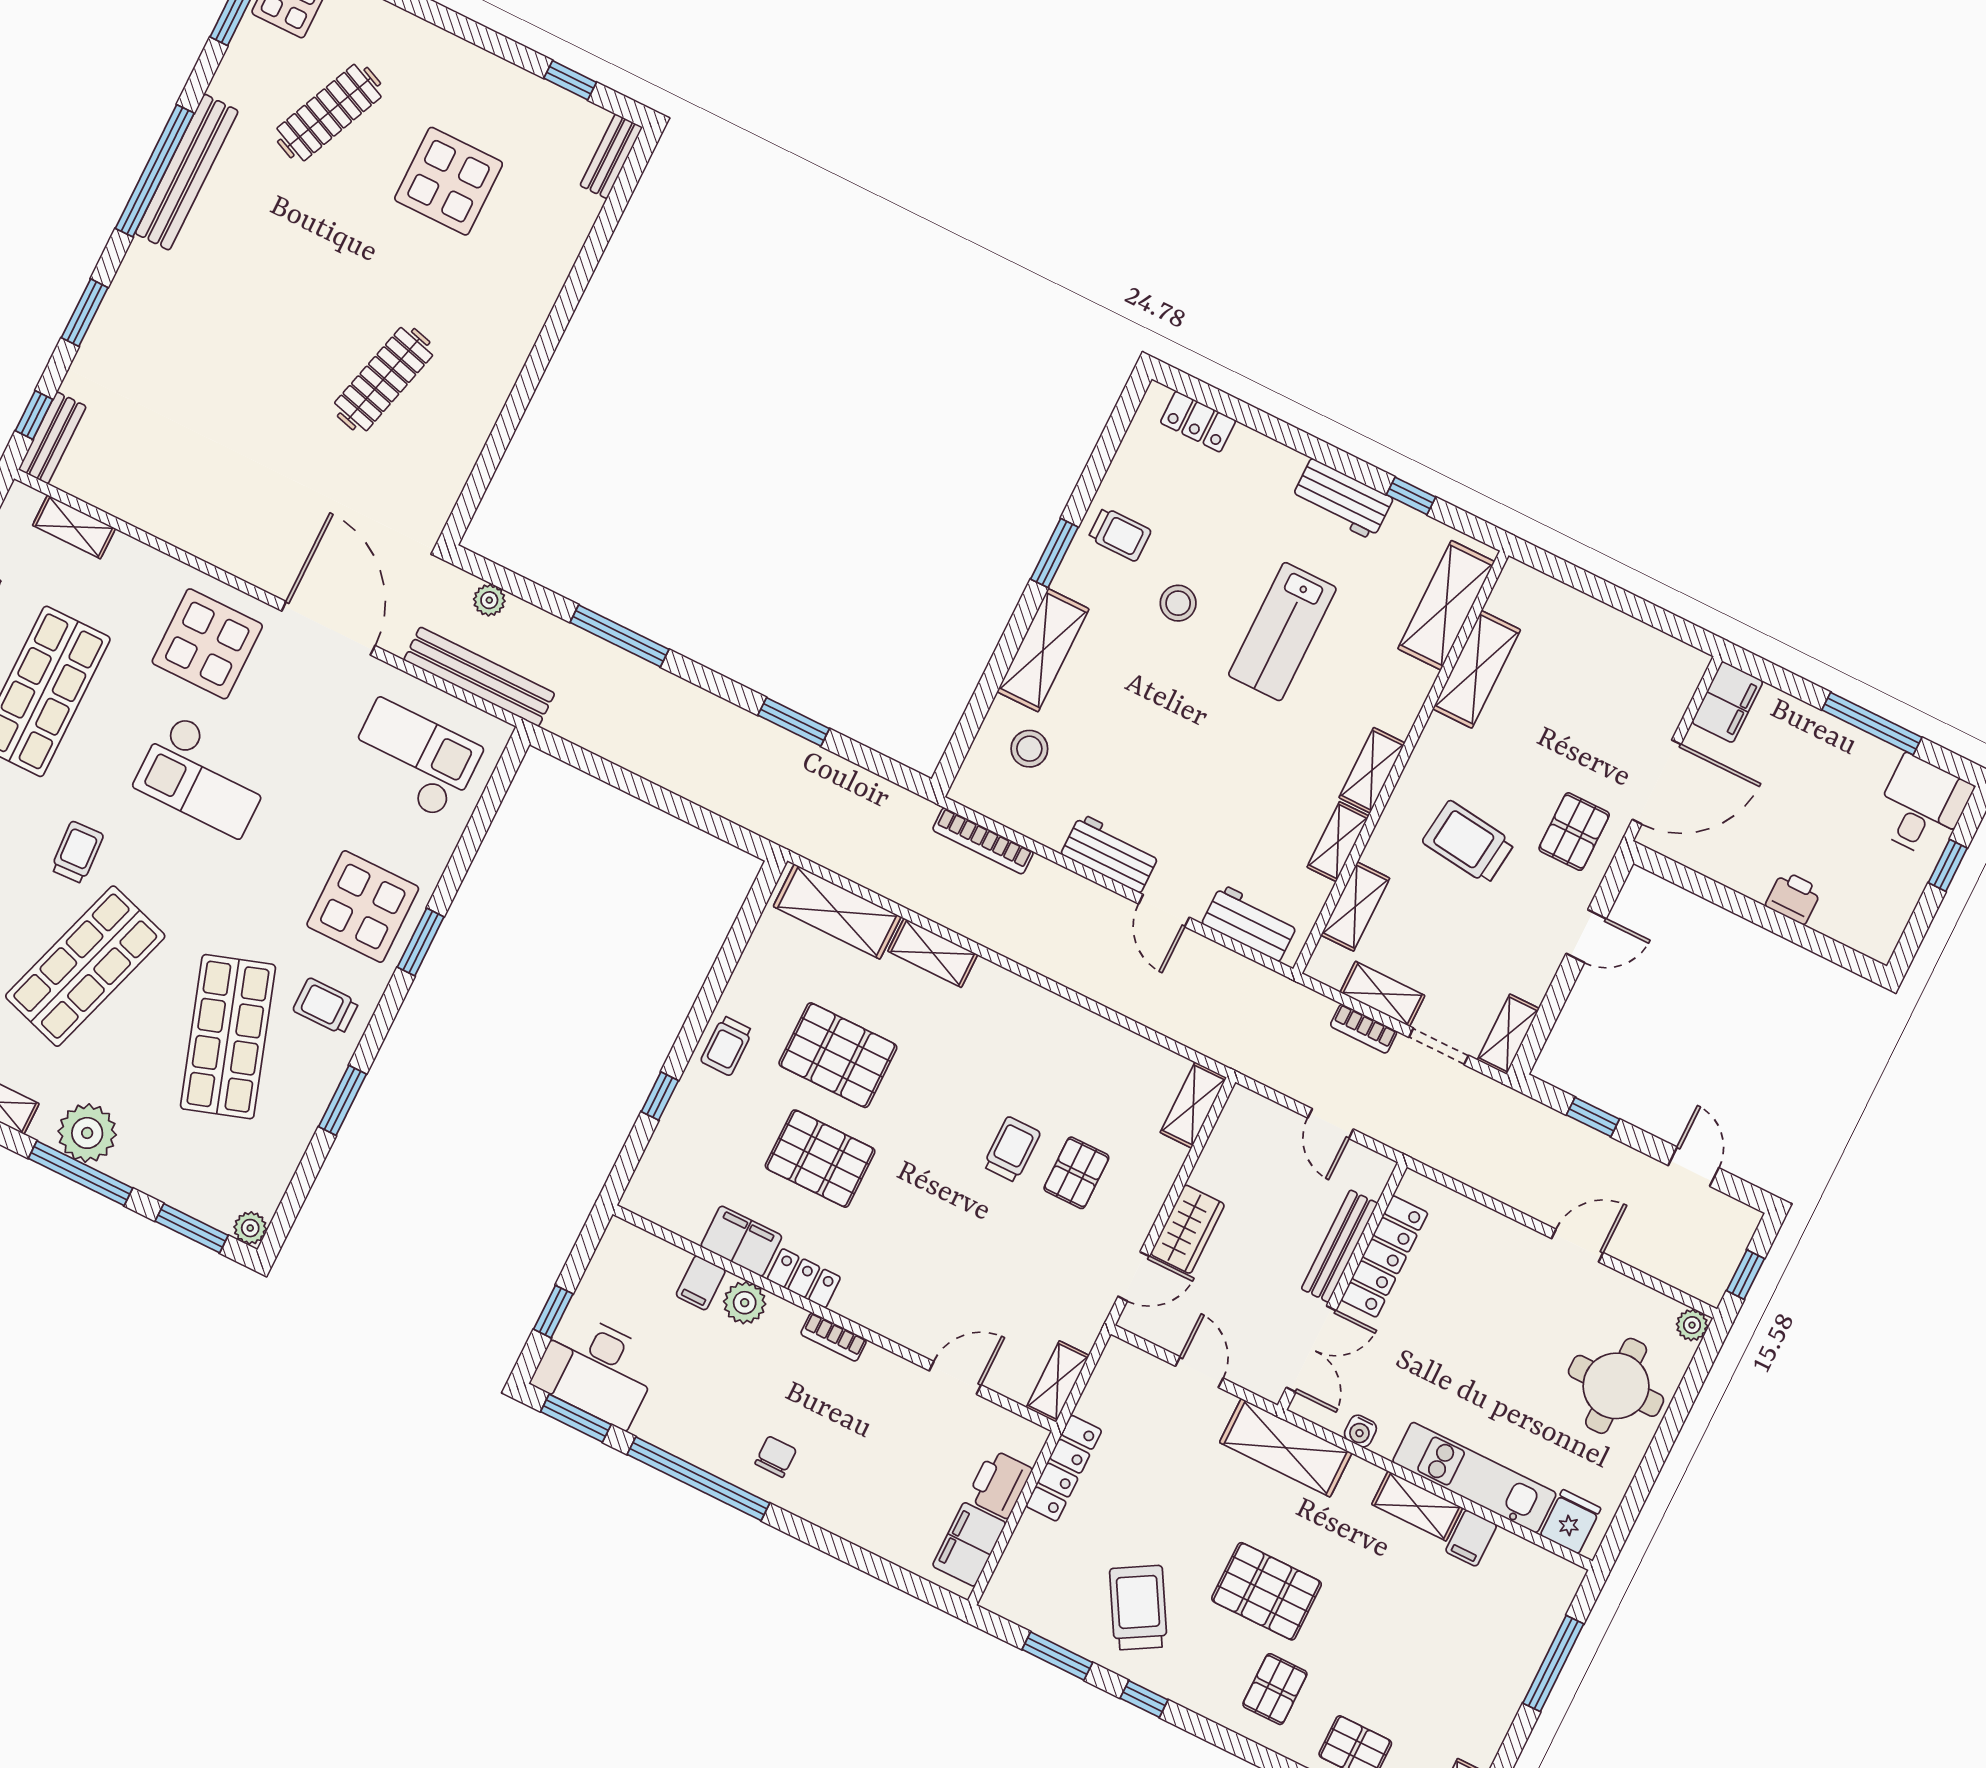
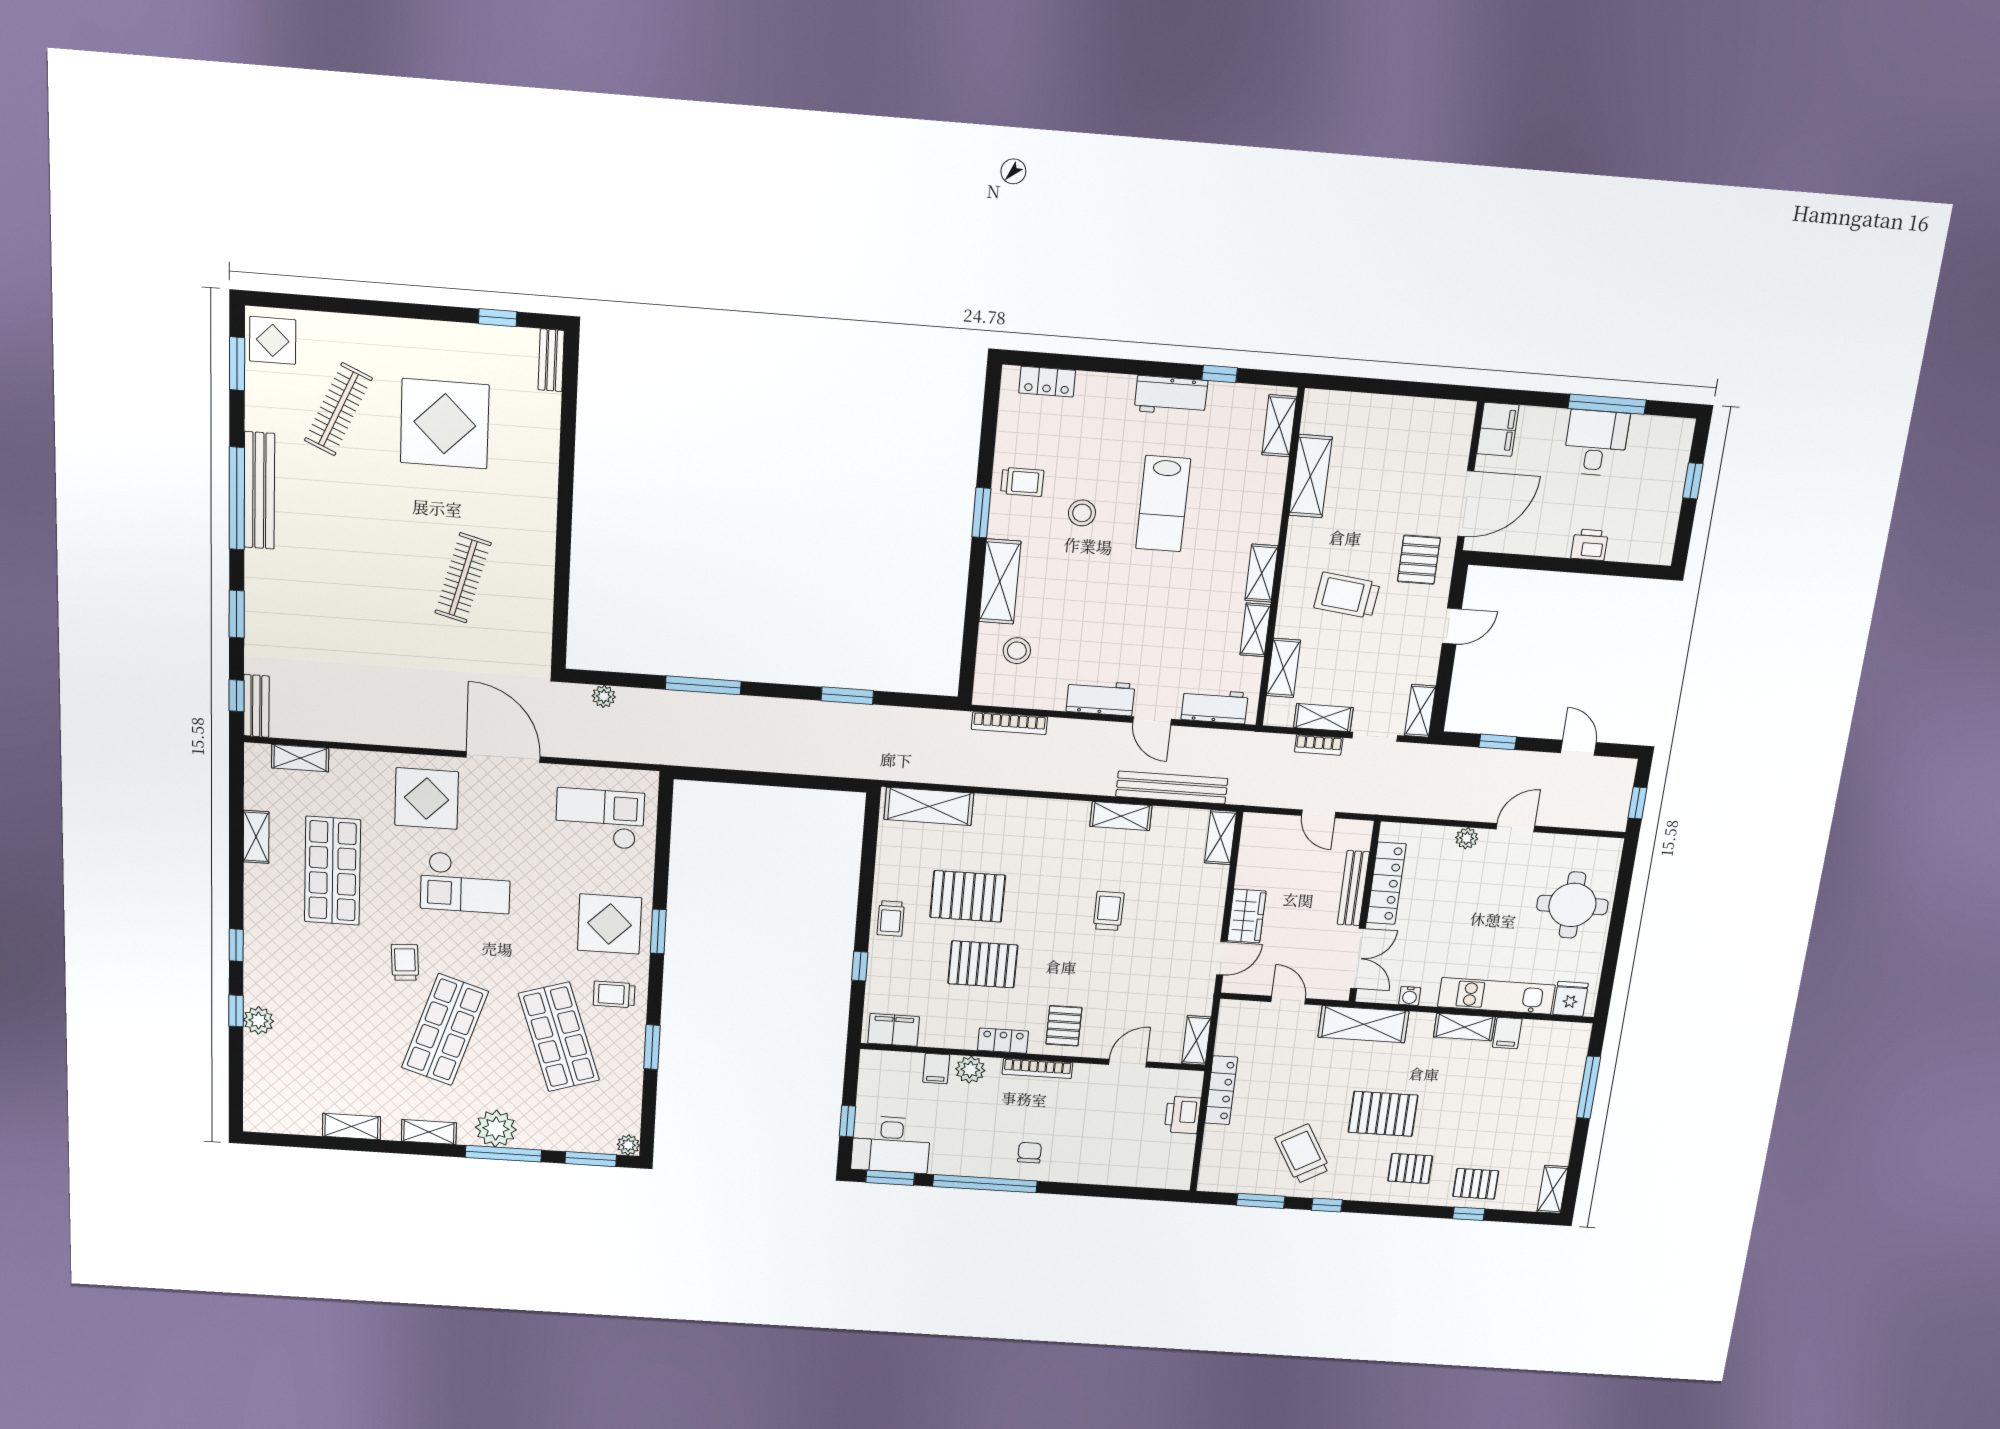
display table: (449, 181) -> (445, 424), width x1.36, depth x1.36
shelving: (1446, 605) -> (1279, 426), width x0.67, depth x0.75
bench: (479, 677) -> (1172, 787), moved
desk: (1922, 807) -> (1596, 443), moved
shelving: (933, 953) -> (1121, 816), moved
pallet: (1076, 1173) -> (1064, 1026), moved
filing cabinet: (741, 1241) -> (893, 1030), moved
plant: (1692, 1325) -> (1467, 838), moved
bookcase: (834, 1337) -> (1037, 1068), width x1.56
filing cabinet: (969, 1544) -> (1177, 1157), removed
pallet: (1275, 1689) -> (1410, 1168), turned 90

